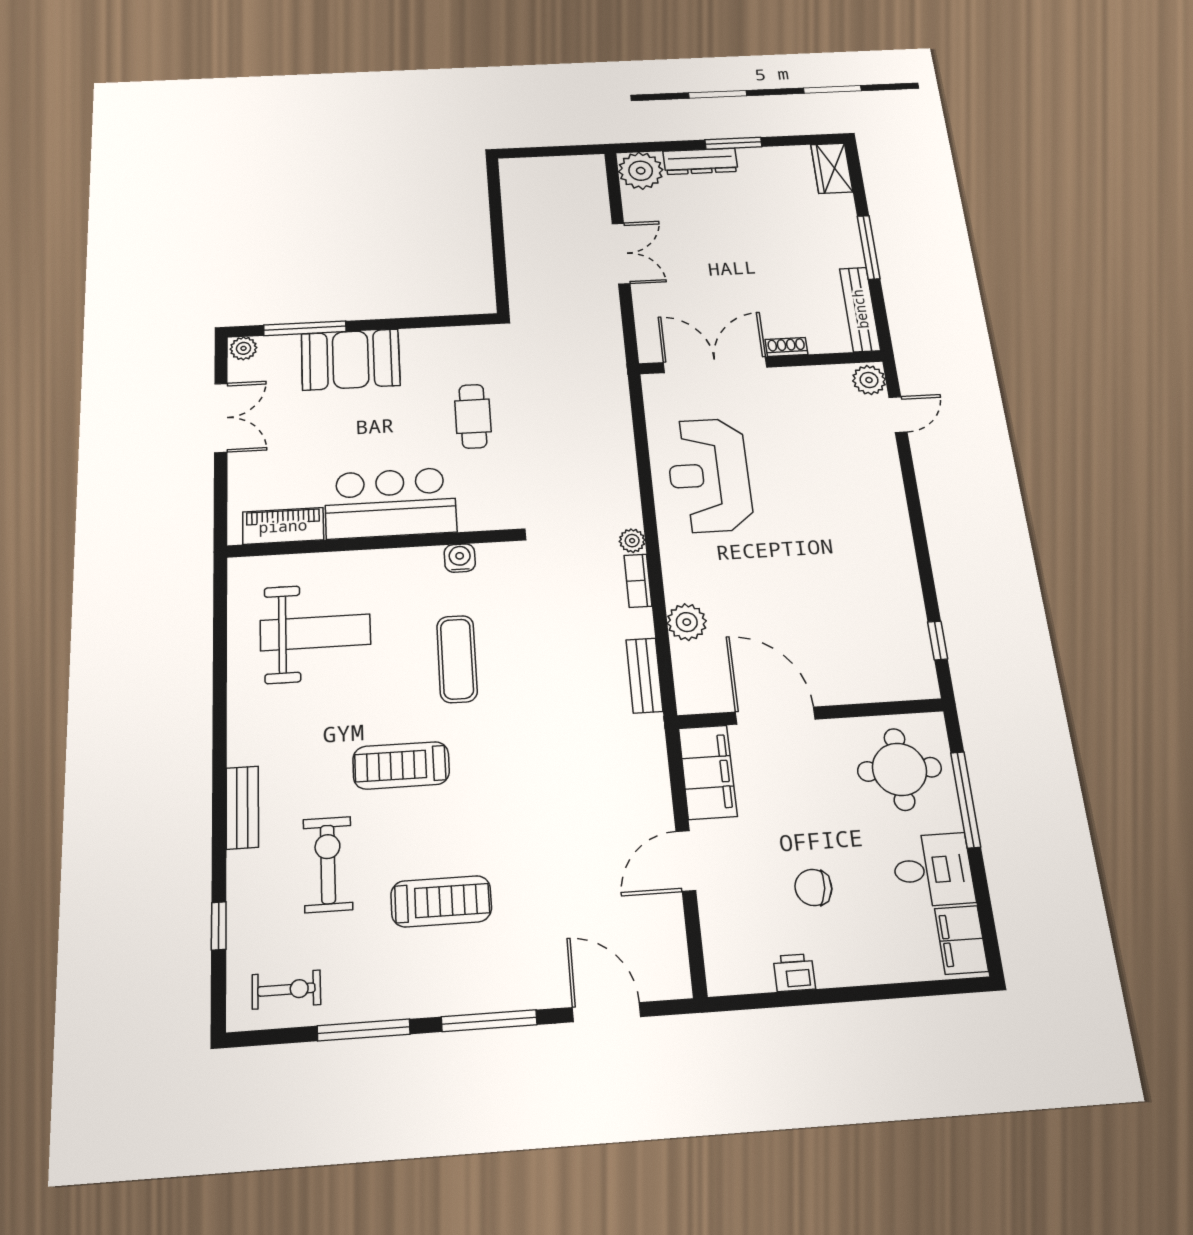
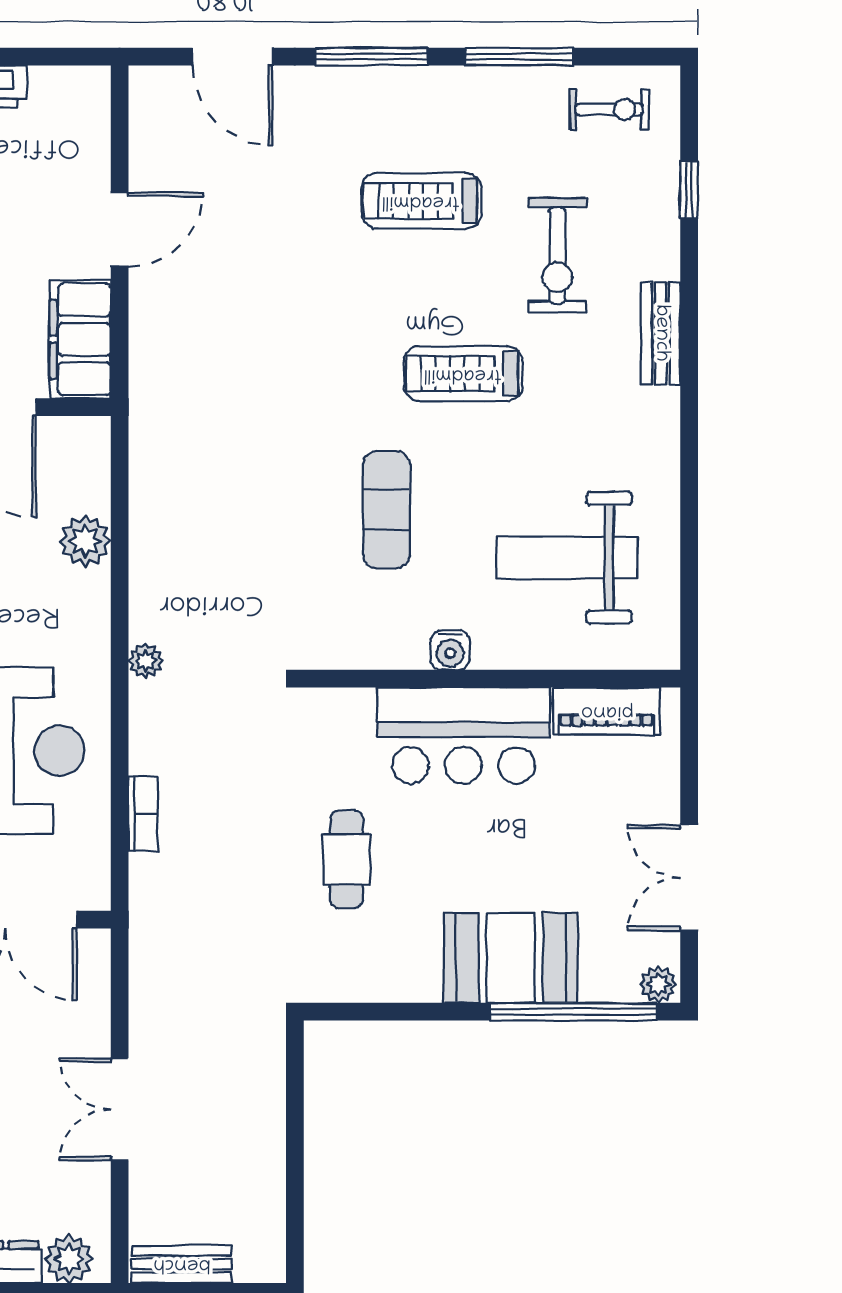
plant: (641, 171) -> (69, 1259), width x0.73, depth x0.73
window: (305, 328) -> (573, 1012), width x1.46
water cooler: (460, 558) -> (450, 650), moved
bookcase: (638, 581) -> (143, 814), moved
bench: (644, 675) -> (182, 1264), moved, turned 90
treadmill: (401, 765) -> (463, 374), turned 180
exercise bike: (286, 990) -> (609, 110), turned 180

